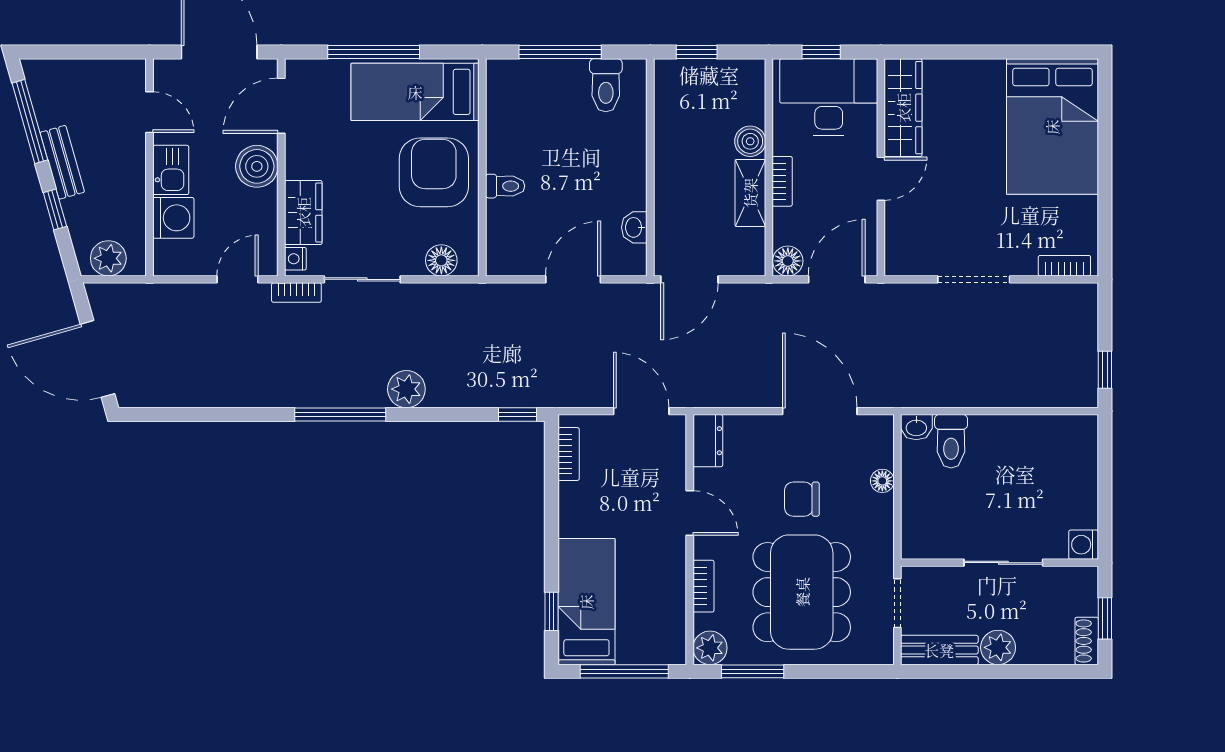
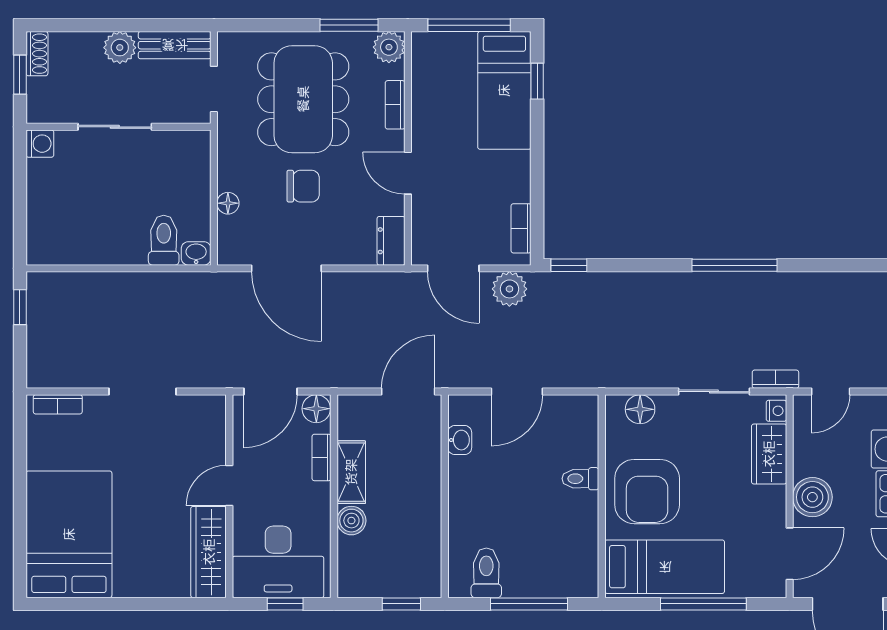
bookcase: (782, 181) -> (322, 457), moved
plant: (406, 389) -> (509, 289), moved

